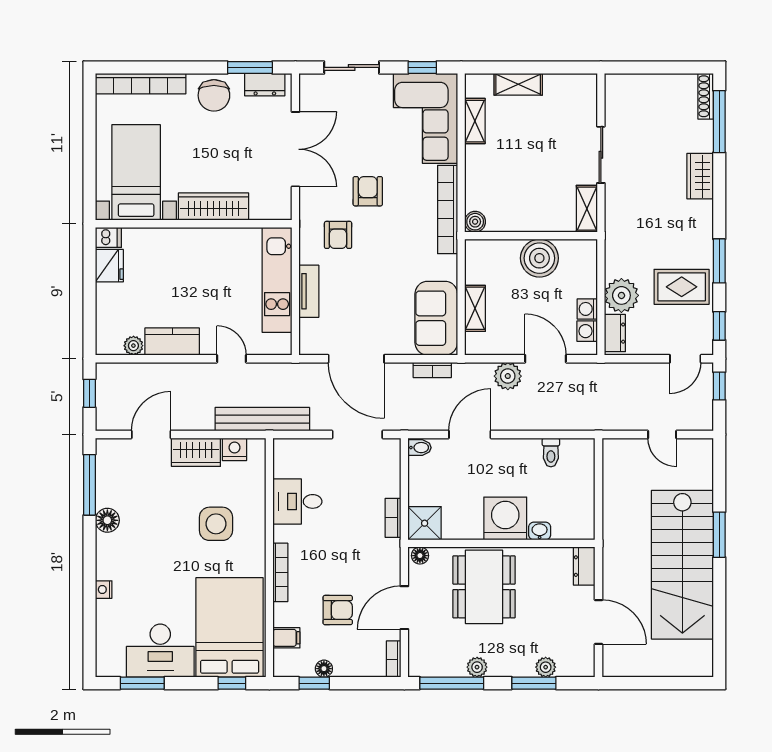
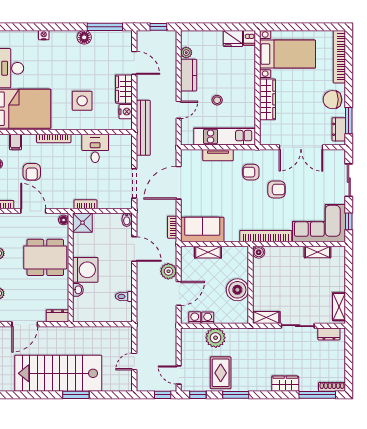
shelving: (518, 84) -> (339, 307), moved
stool: (215, 293) -> (217, 100), added
dresser: (615, 333) -> (329, 334), moved

